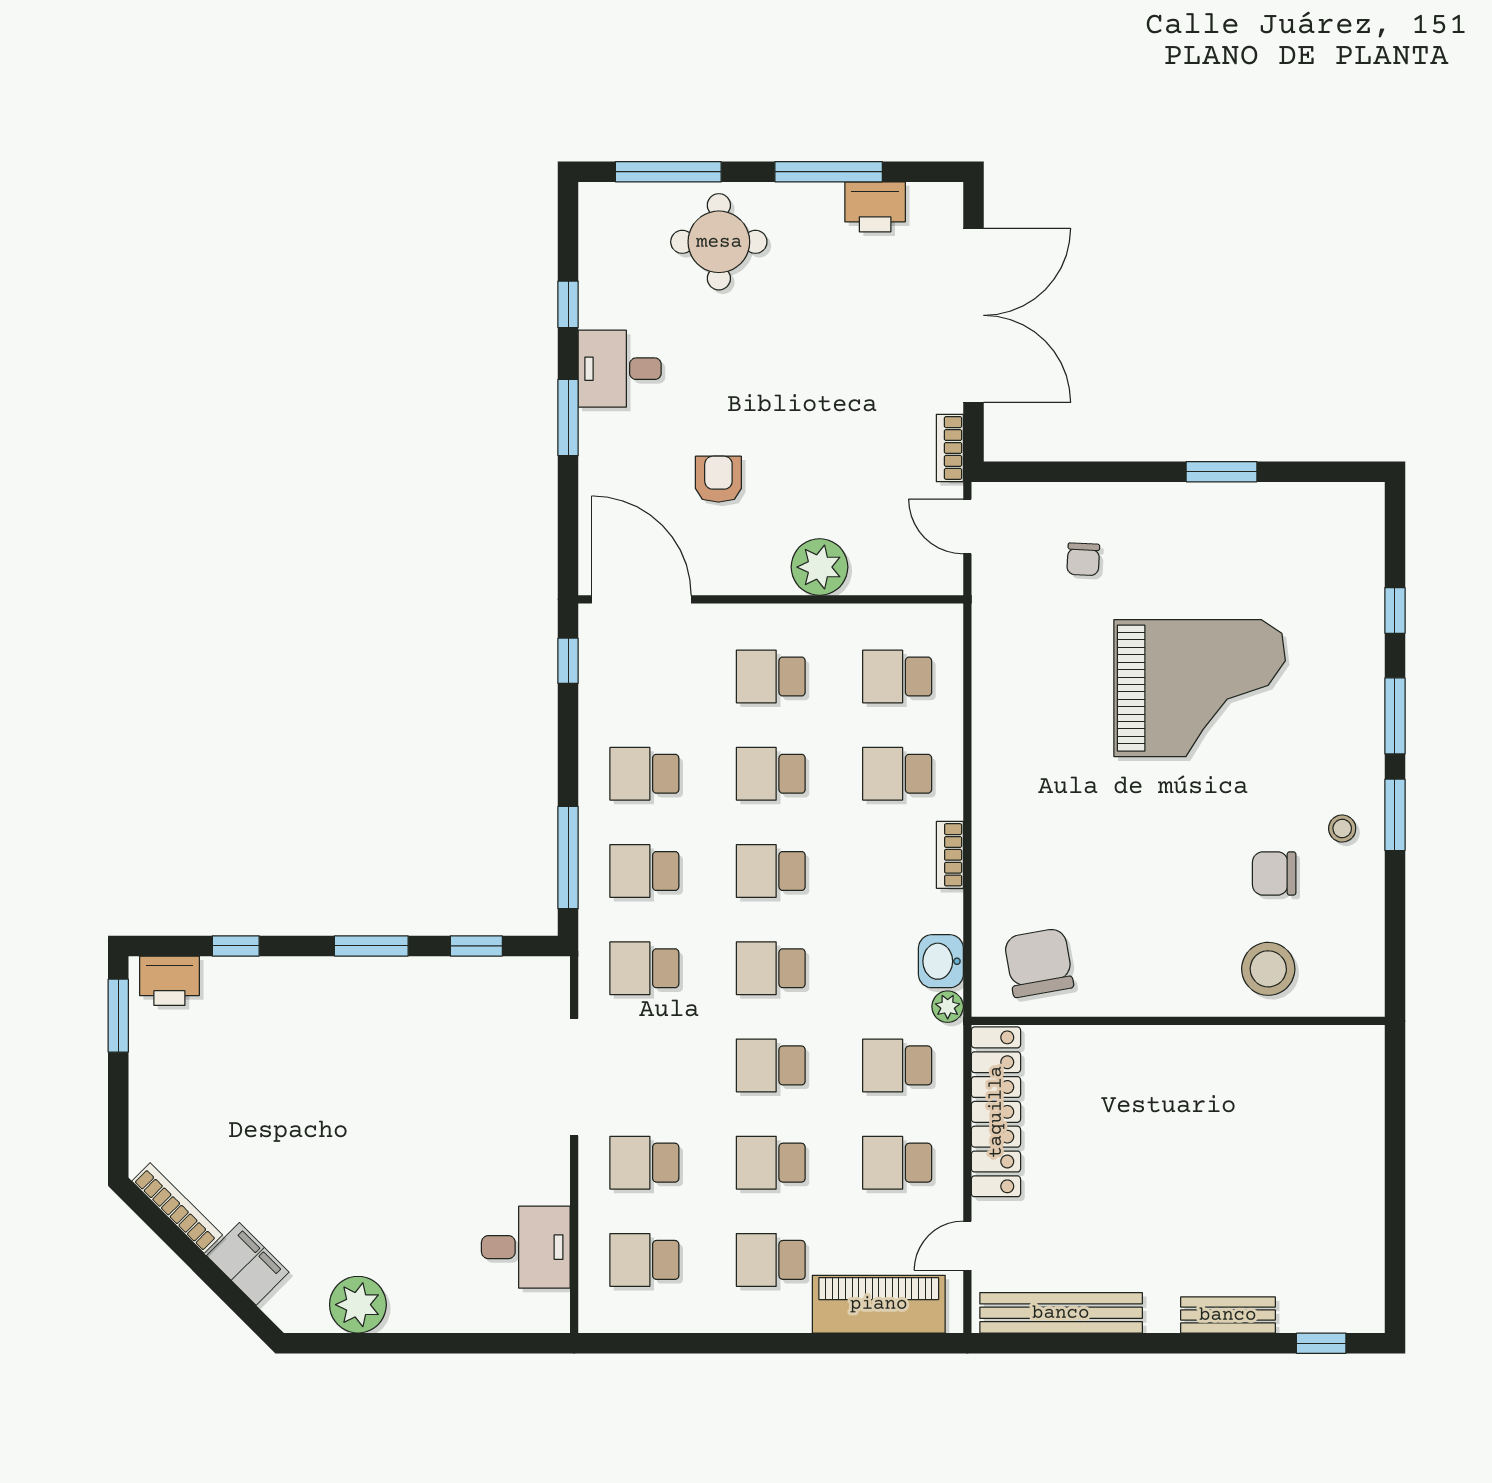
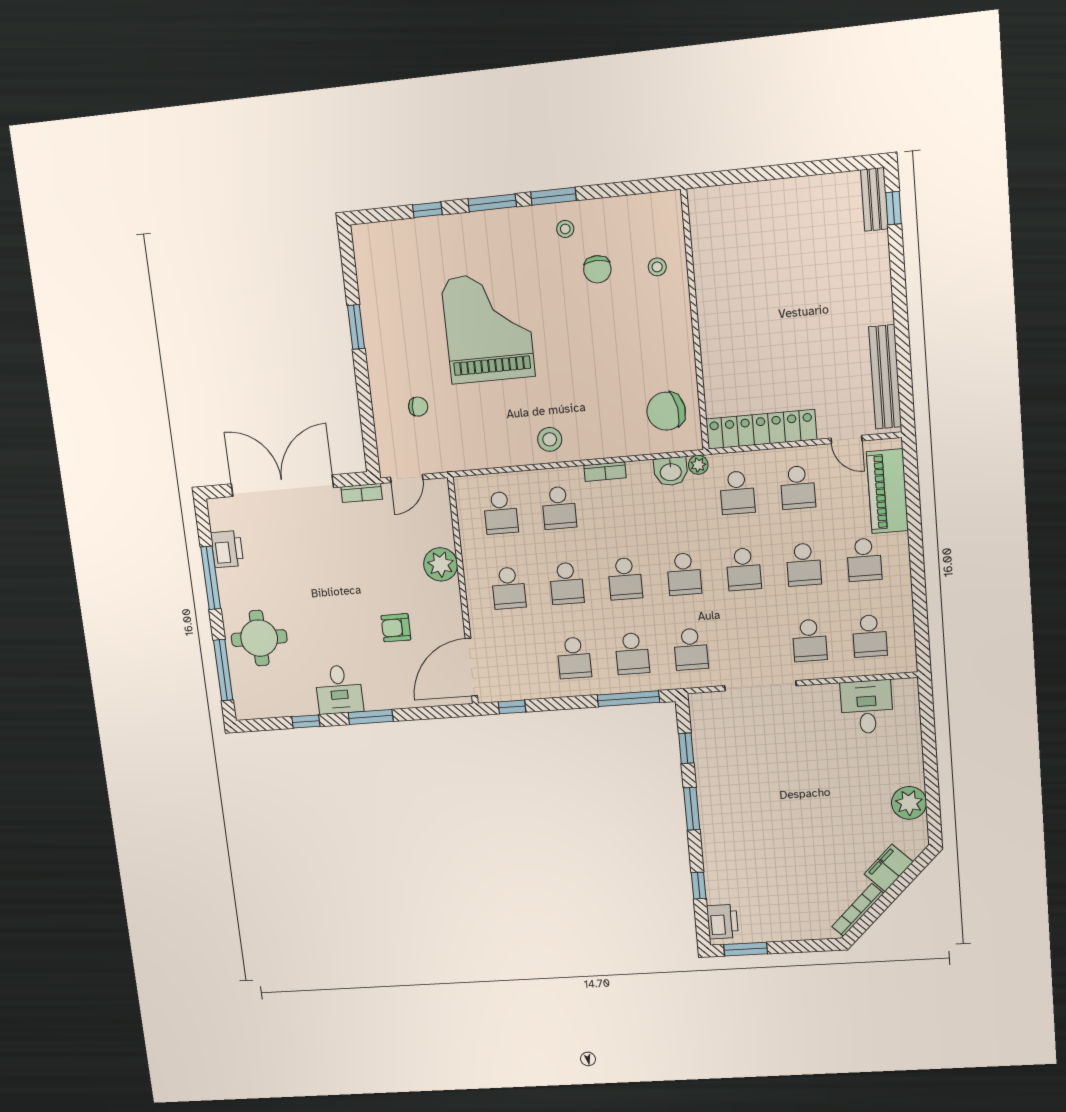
stool: (1010, 770) -> (550, 439), added
stool: (1268, 969) -> (657, 267), width x0.53, depth x0.53
bench: (1228, 1315) -> (874, 199), moved

